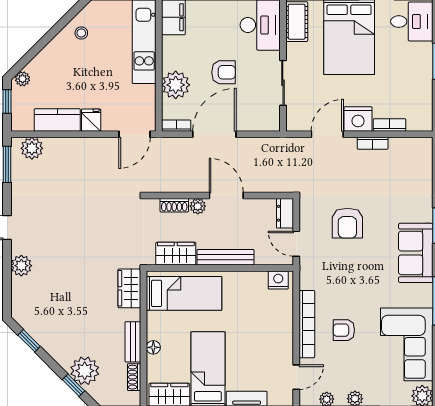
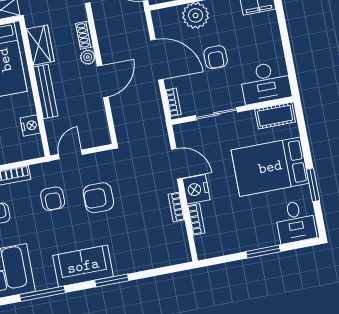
bookcase: (176, 126) -> (173, 102), moved
dresser: (285, 213) -> (97, 139), removed
armchair: (339, 271) -> (53, 199), added
nightstand: (278, 280) -> (30, 126), moved

